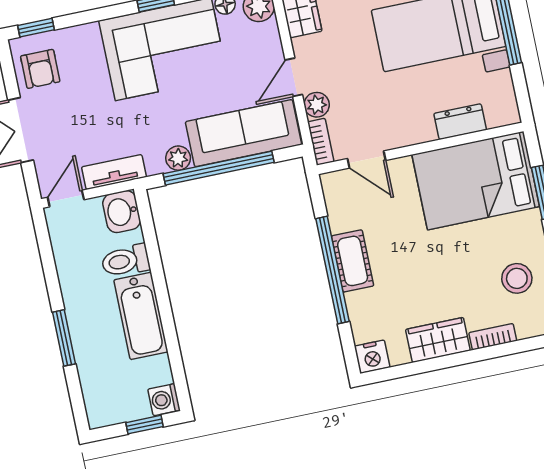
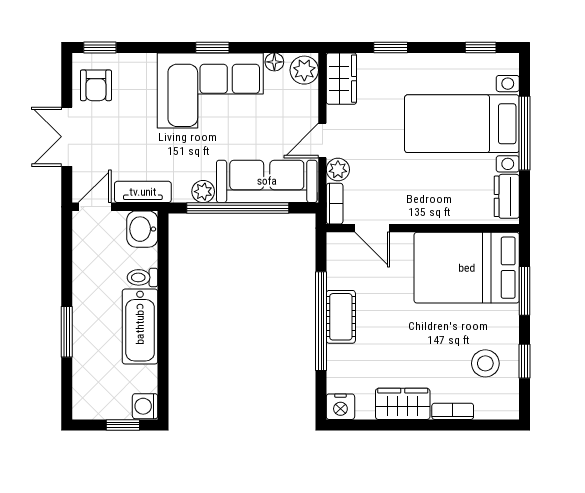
dresser: (460, 122) -> (507, 196), moved, turned -90
toilet: (126, 261) -> (142, 277), width x0.73, depth x0.72

